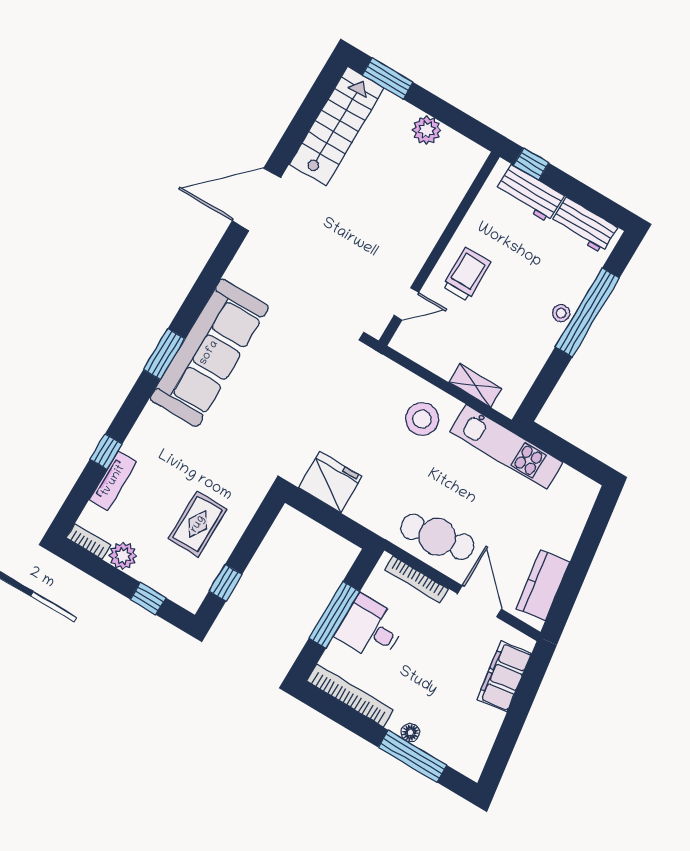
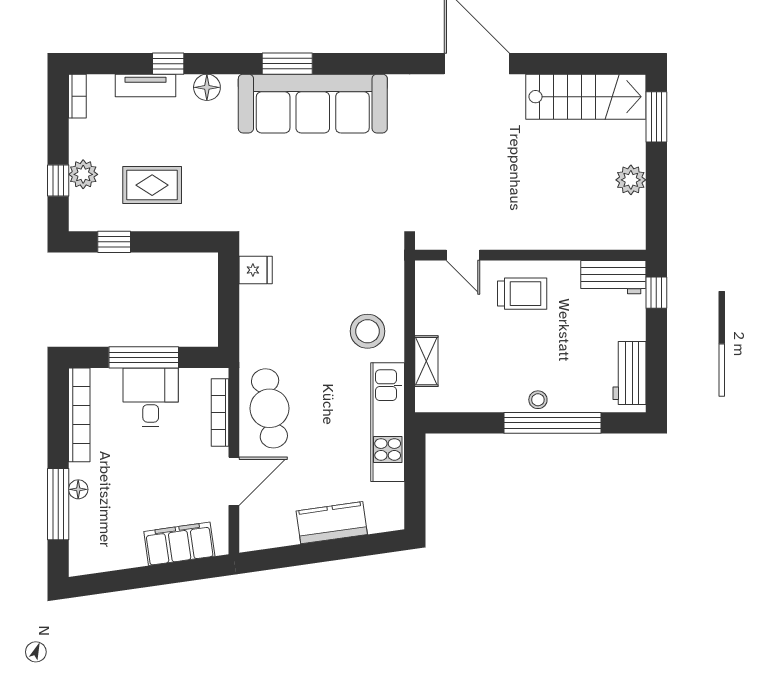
workbench: (530, 193) -> (613, 277), moved, turned -90
floor lamp: (144, 431) -> (207, 87), added
fridge: (330, 482) -> (256, 270), width x0.53, depth x0.75
plant: (123, 556) -> (83, 174), moved
kitchen counter: (543, 585) -> (332, 523), moved

